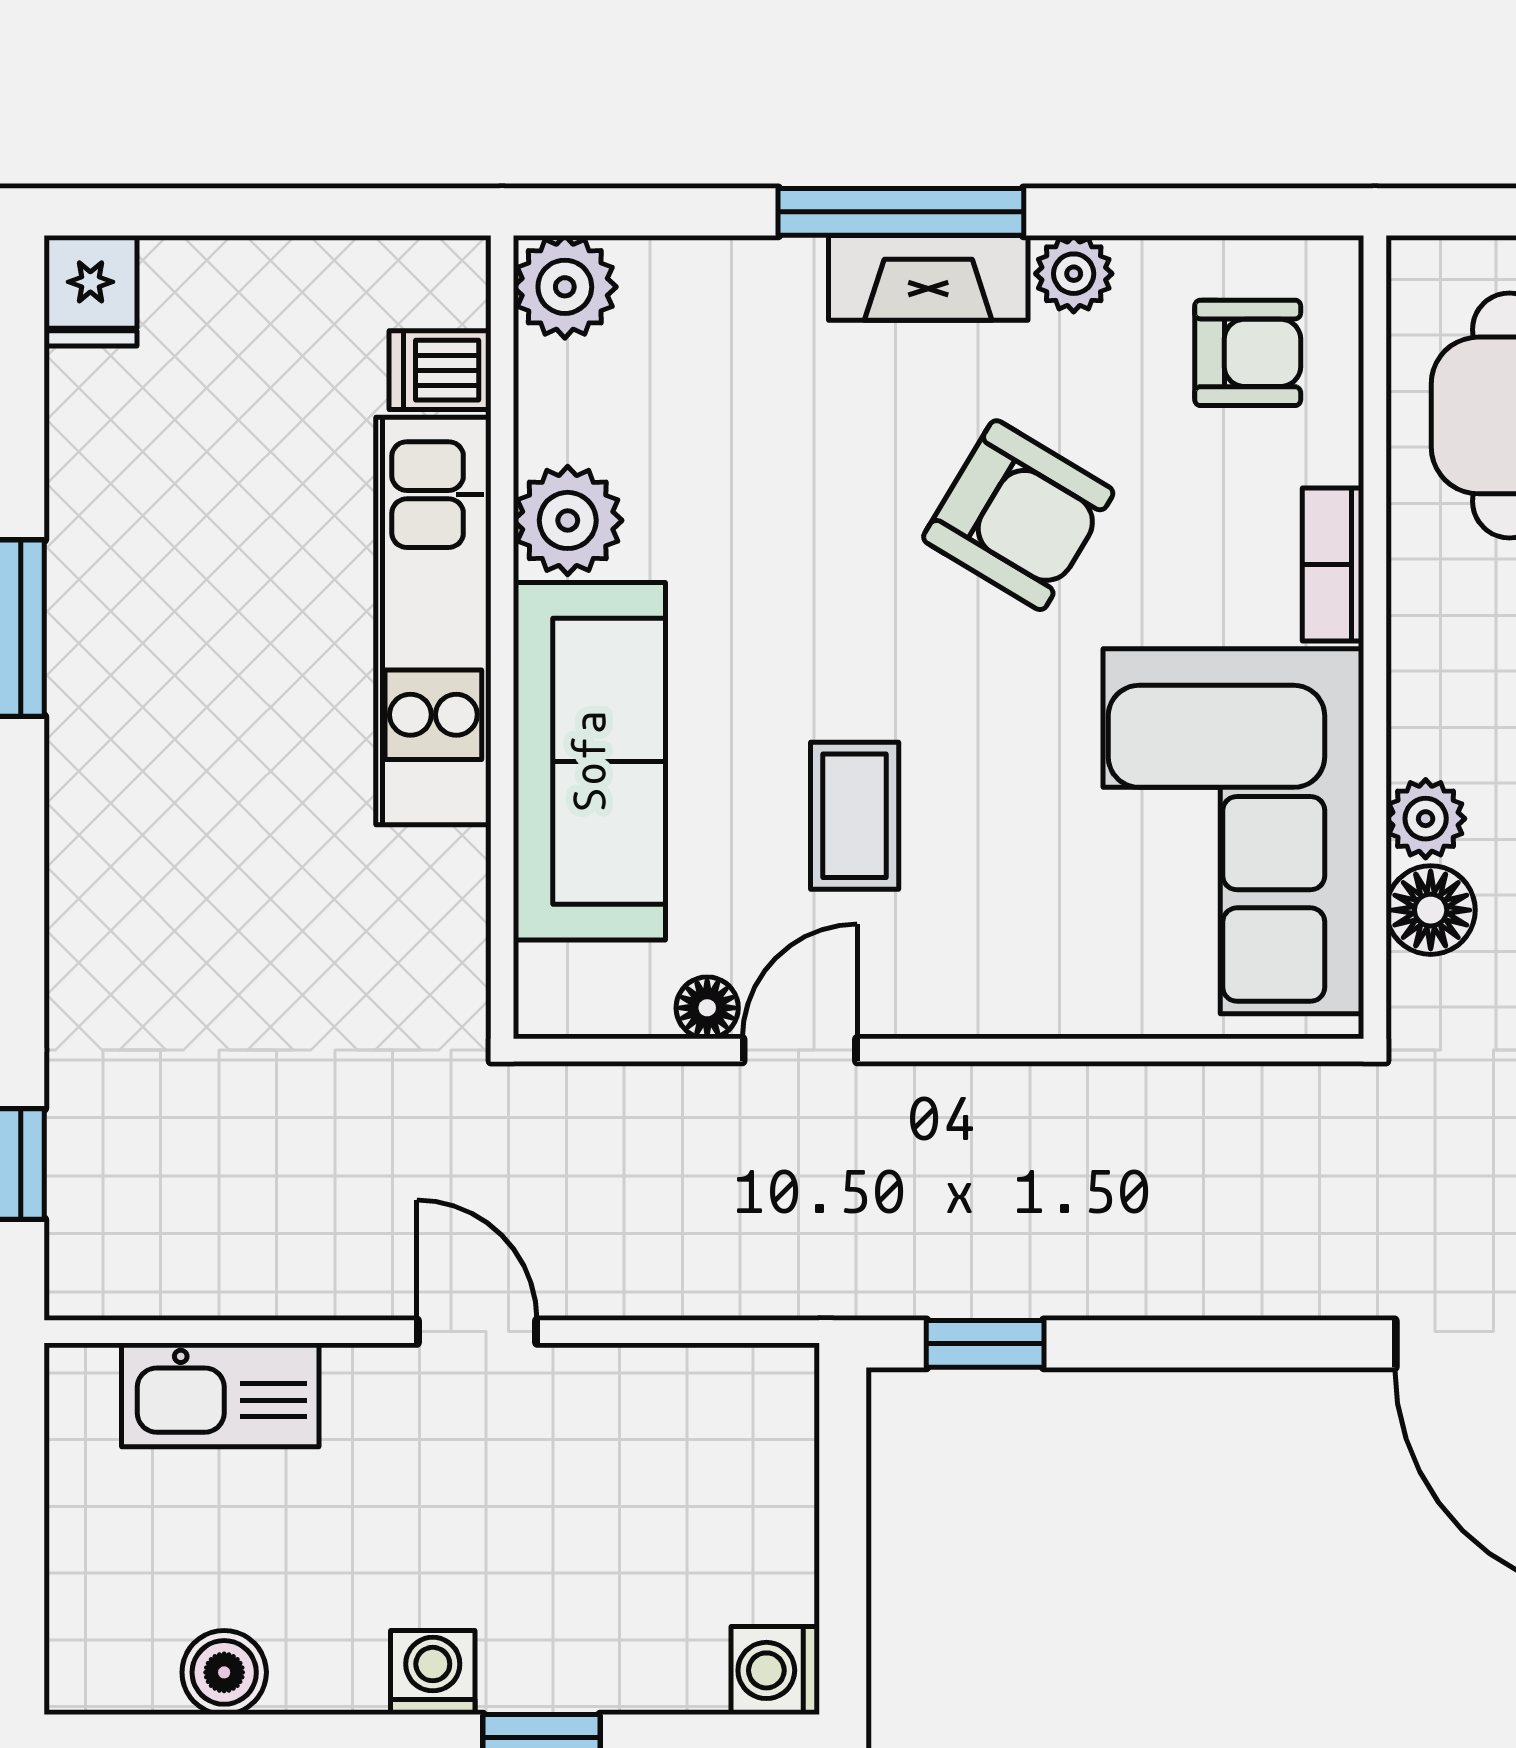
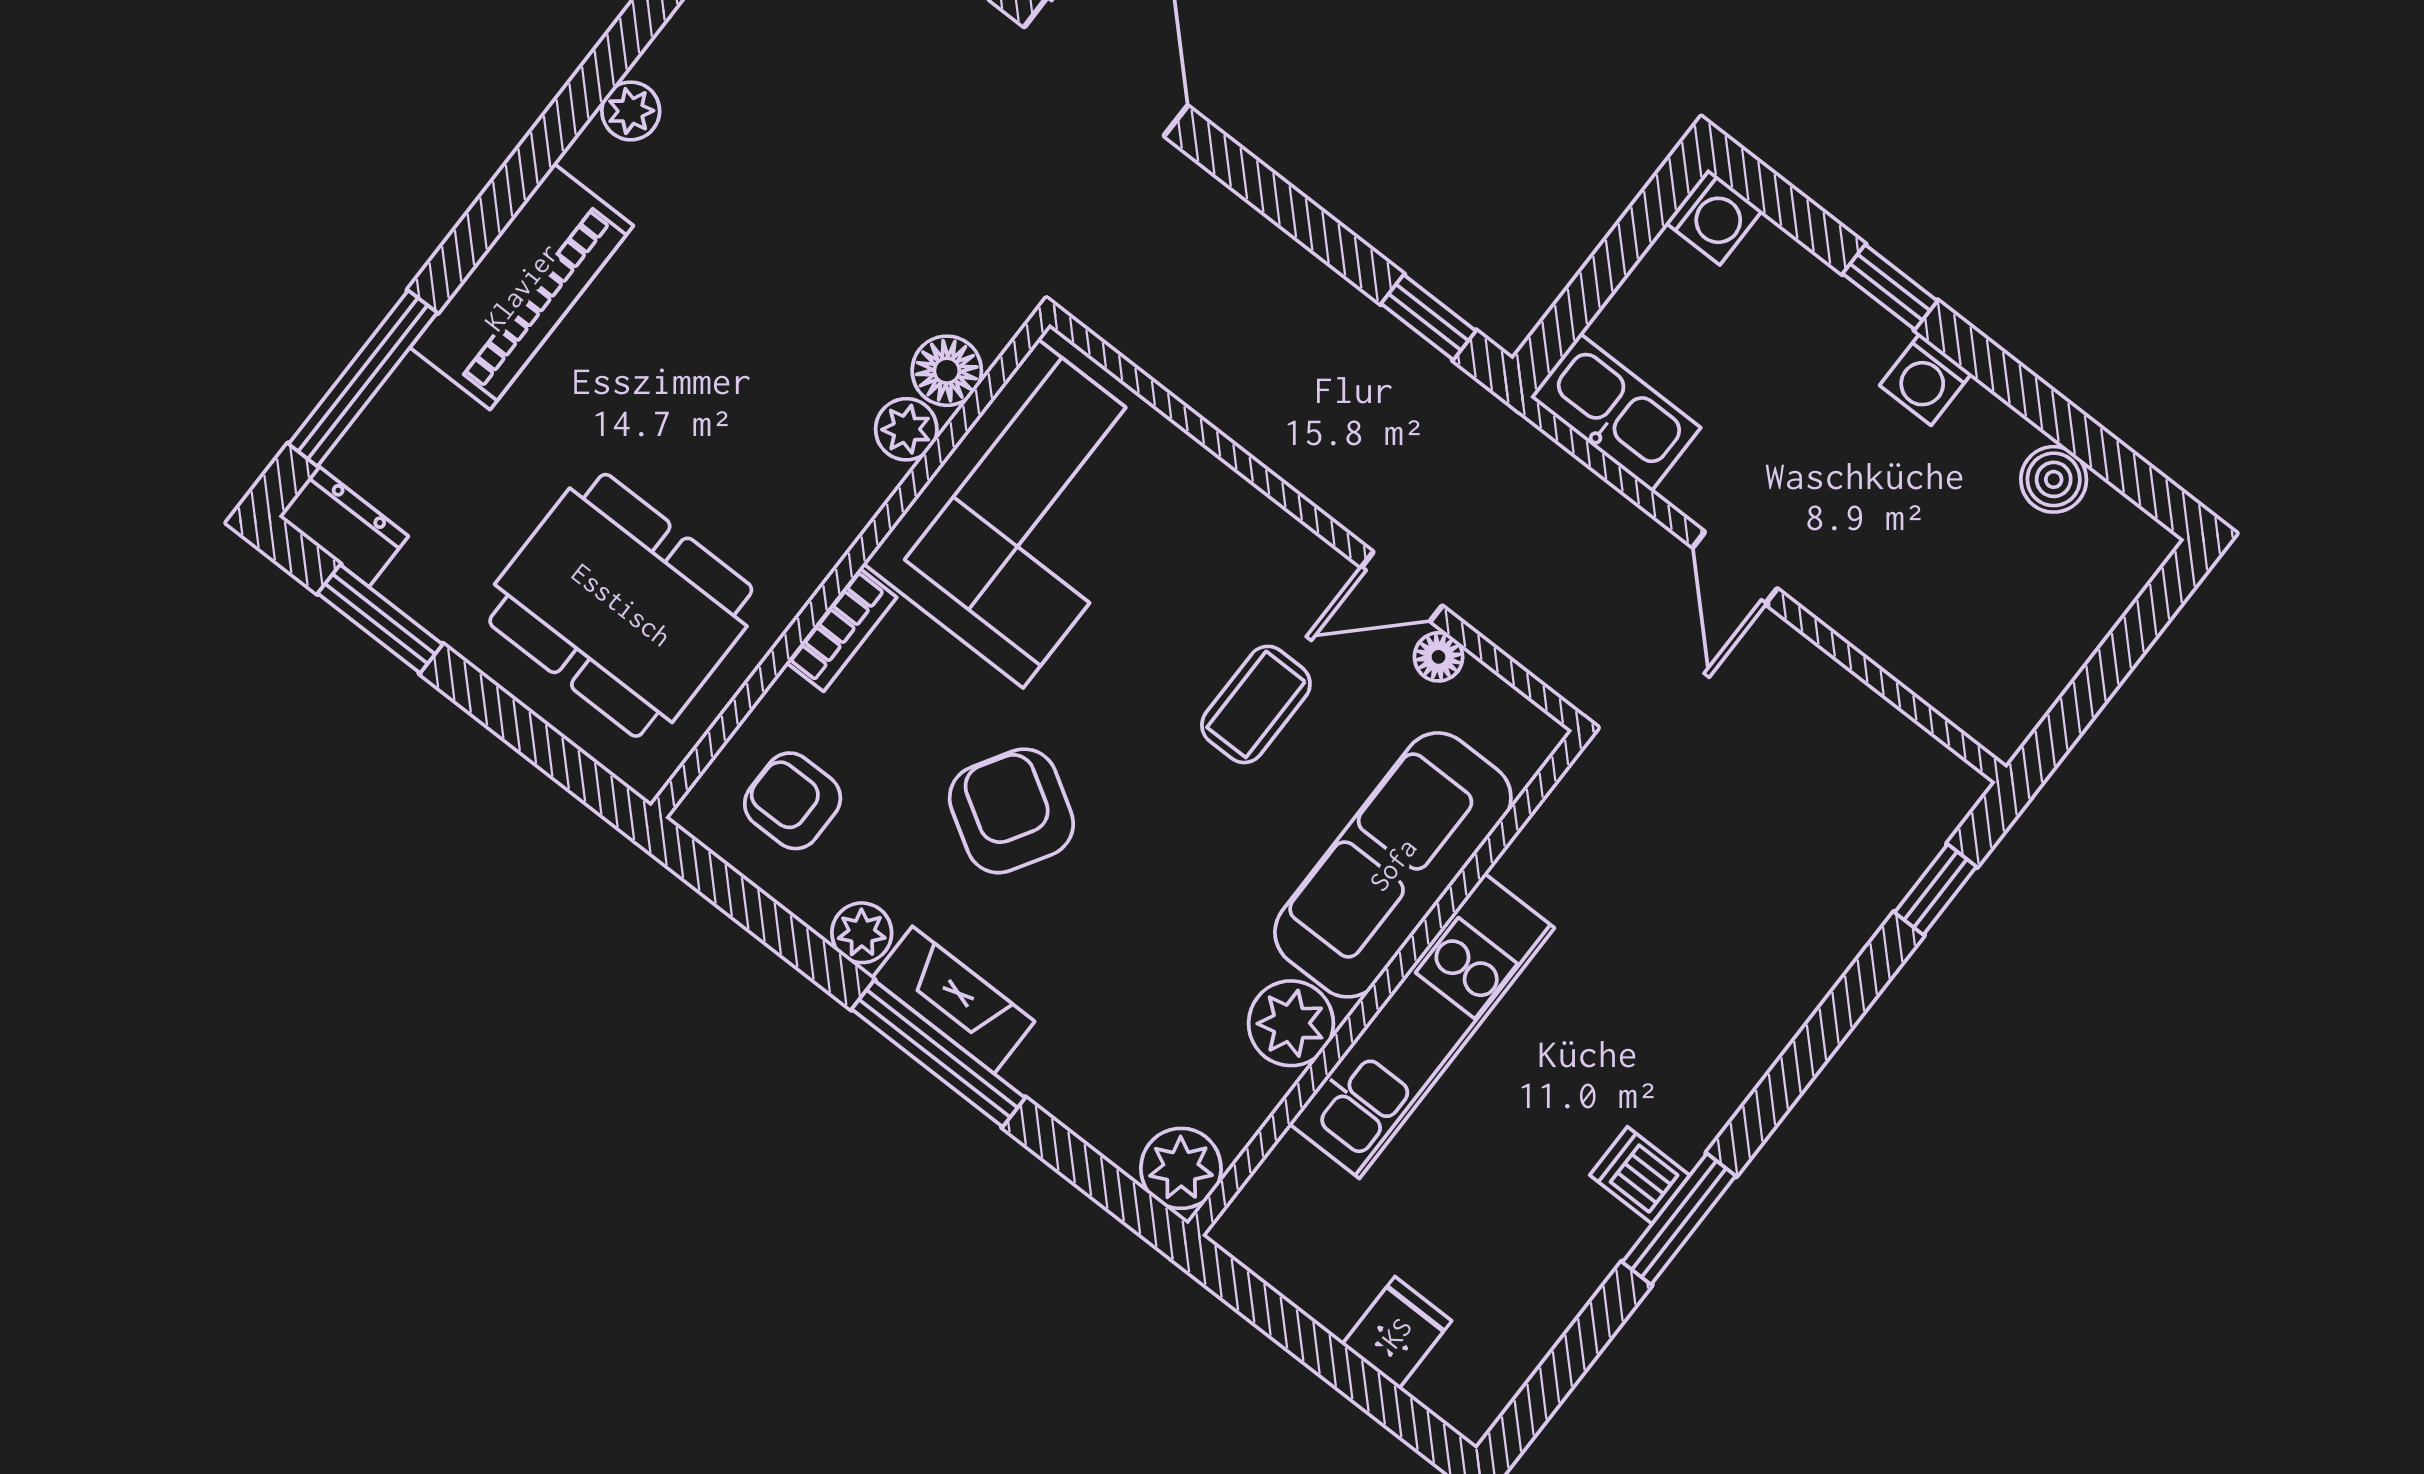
fridge: (90, 291) -> (1397, 1333), moved
dishwasher: (440, 370) -> (1640, 1175), moved, turned 180
kitchen sink: (220, 1395) -> (1615, 412), moved

